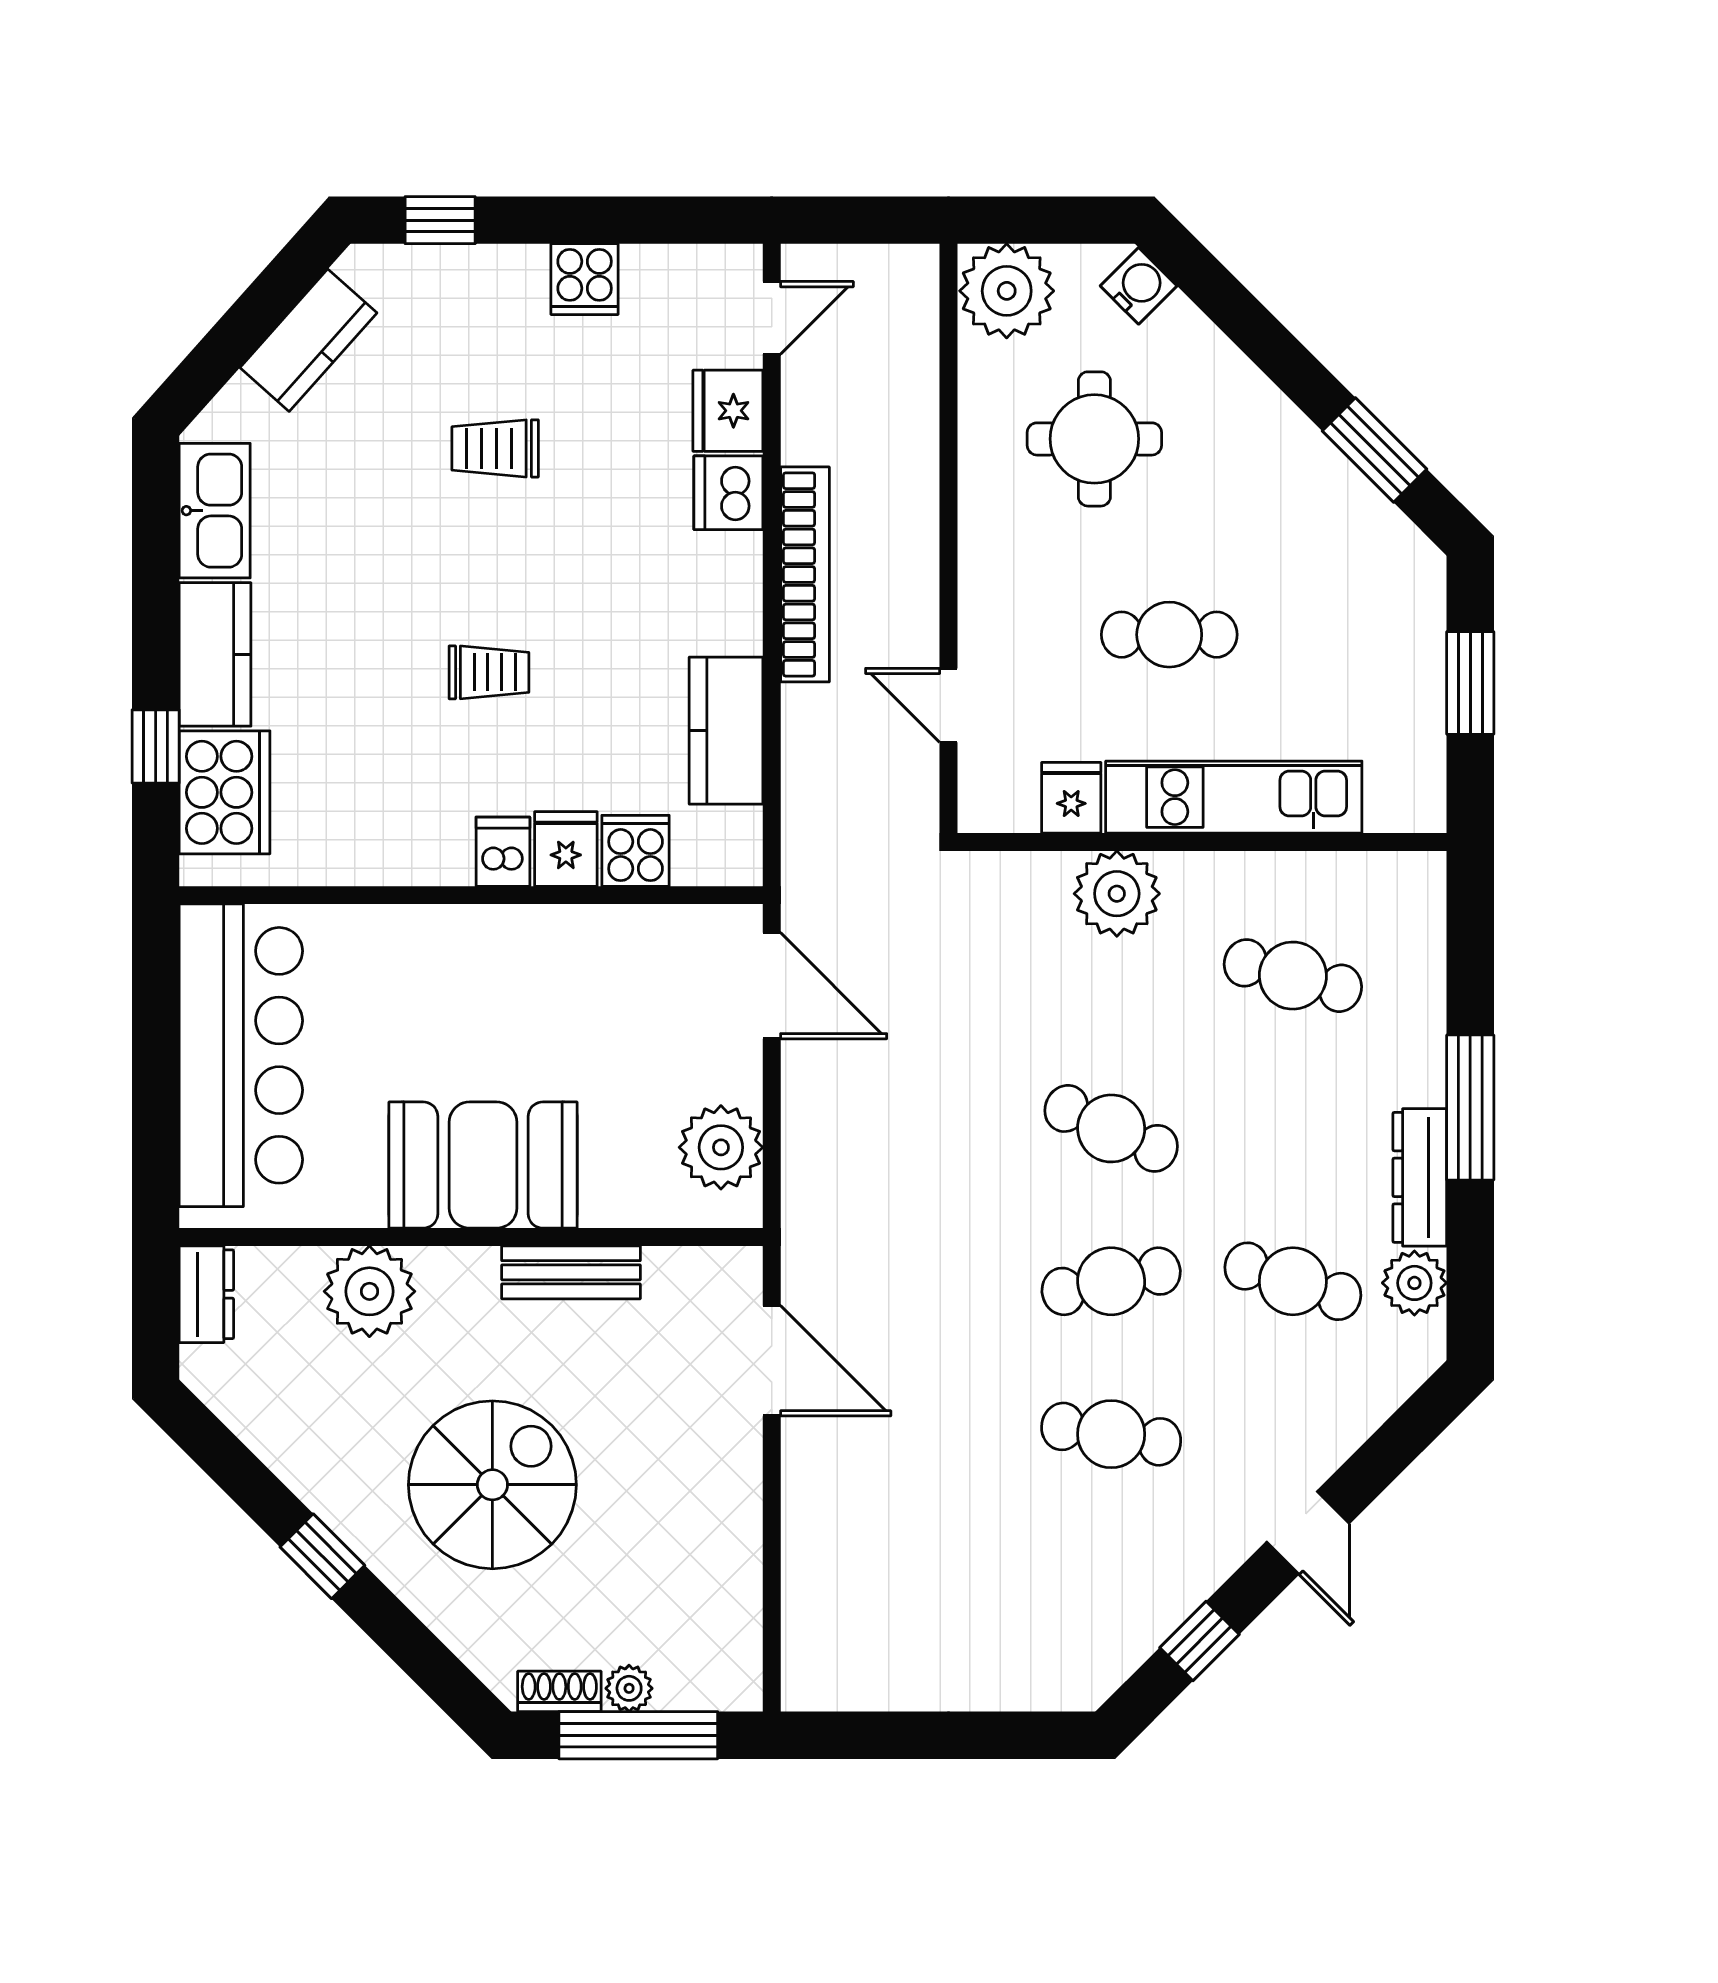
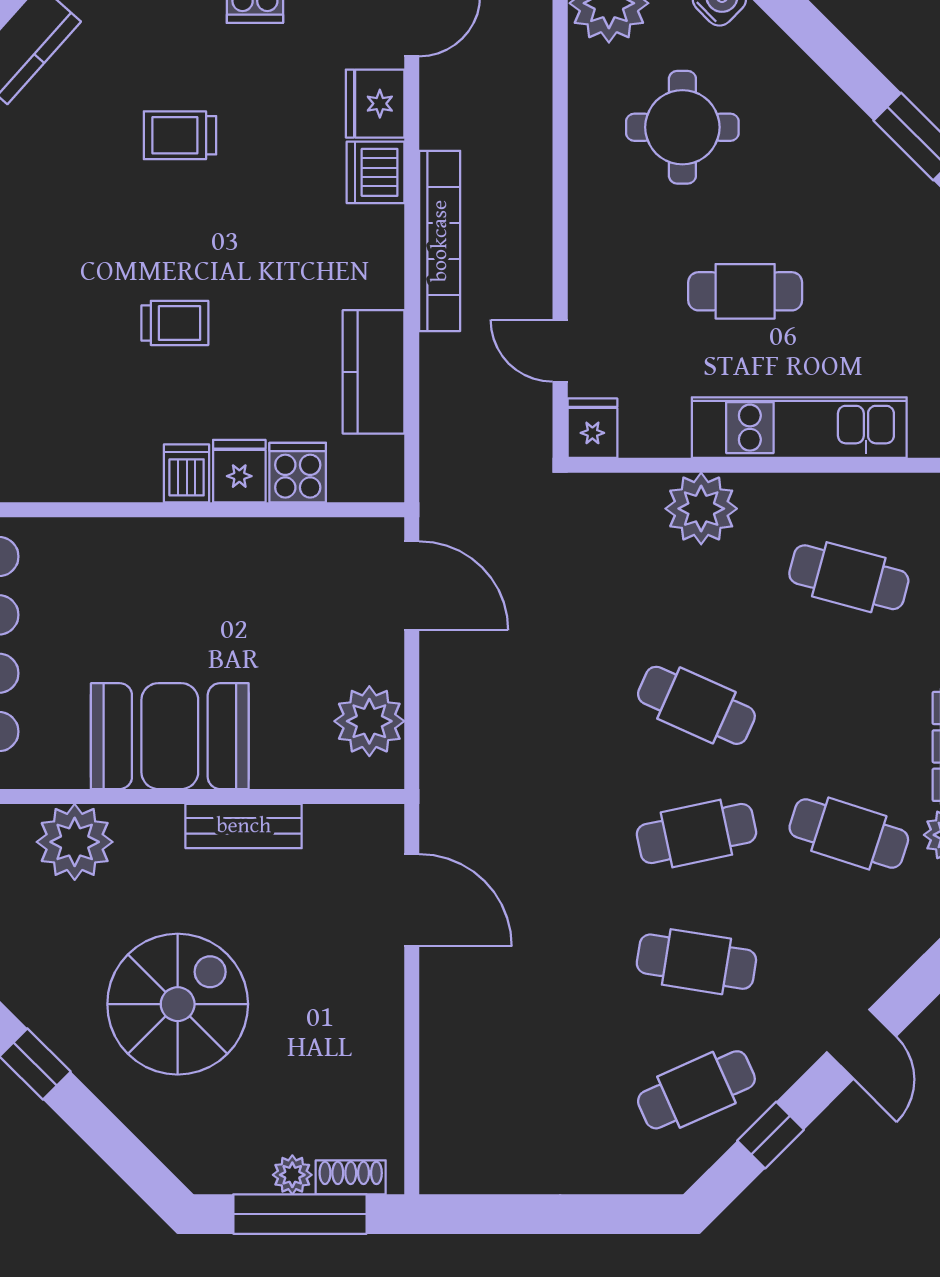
fridge: (1071, 798) -> (592, 428), moved
cafe table: (1111, 1587) -> (696, 1090), added
shoe rack: (559, 1691) -> (351, 1177), moved

